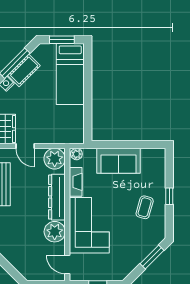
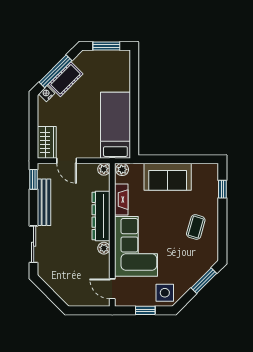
bed: (70, 74) -> (115, 125), moved, turned 180
plant: (55, 159) -> (104, 169), width x0.53, depth x0.53
window: (169, 196) -> (222, 189), moved
plant: (55, 232) -> (104, 248), width x0.53, depth x0.53
side table: (116, 268) -> (165, 293), added

